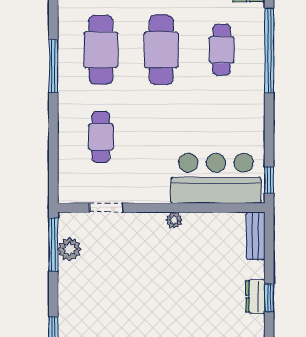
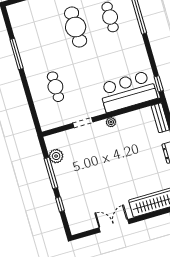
cafe table: (101, 50) -> (41, 37), removed
doorway: (106, 208) -> (83, 123), moved
window: (53, 245) -> (51, 173), moved

